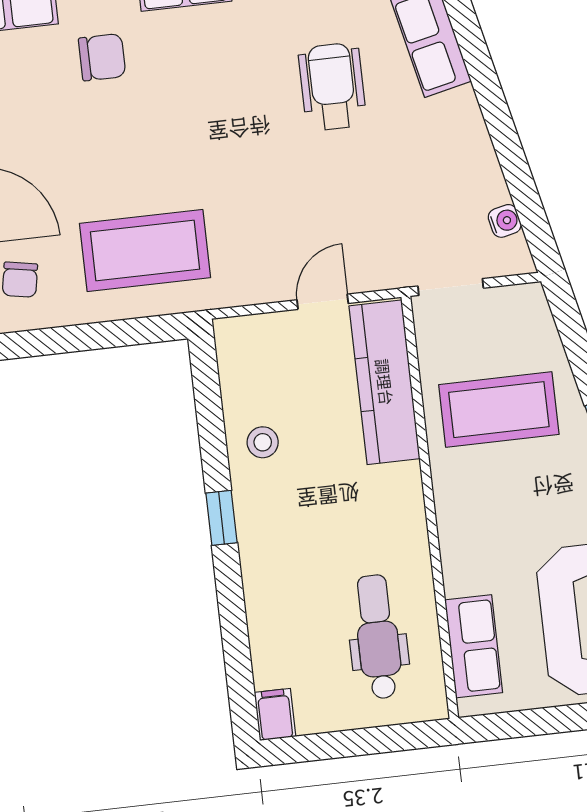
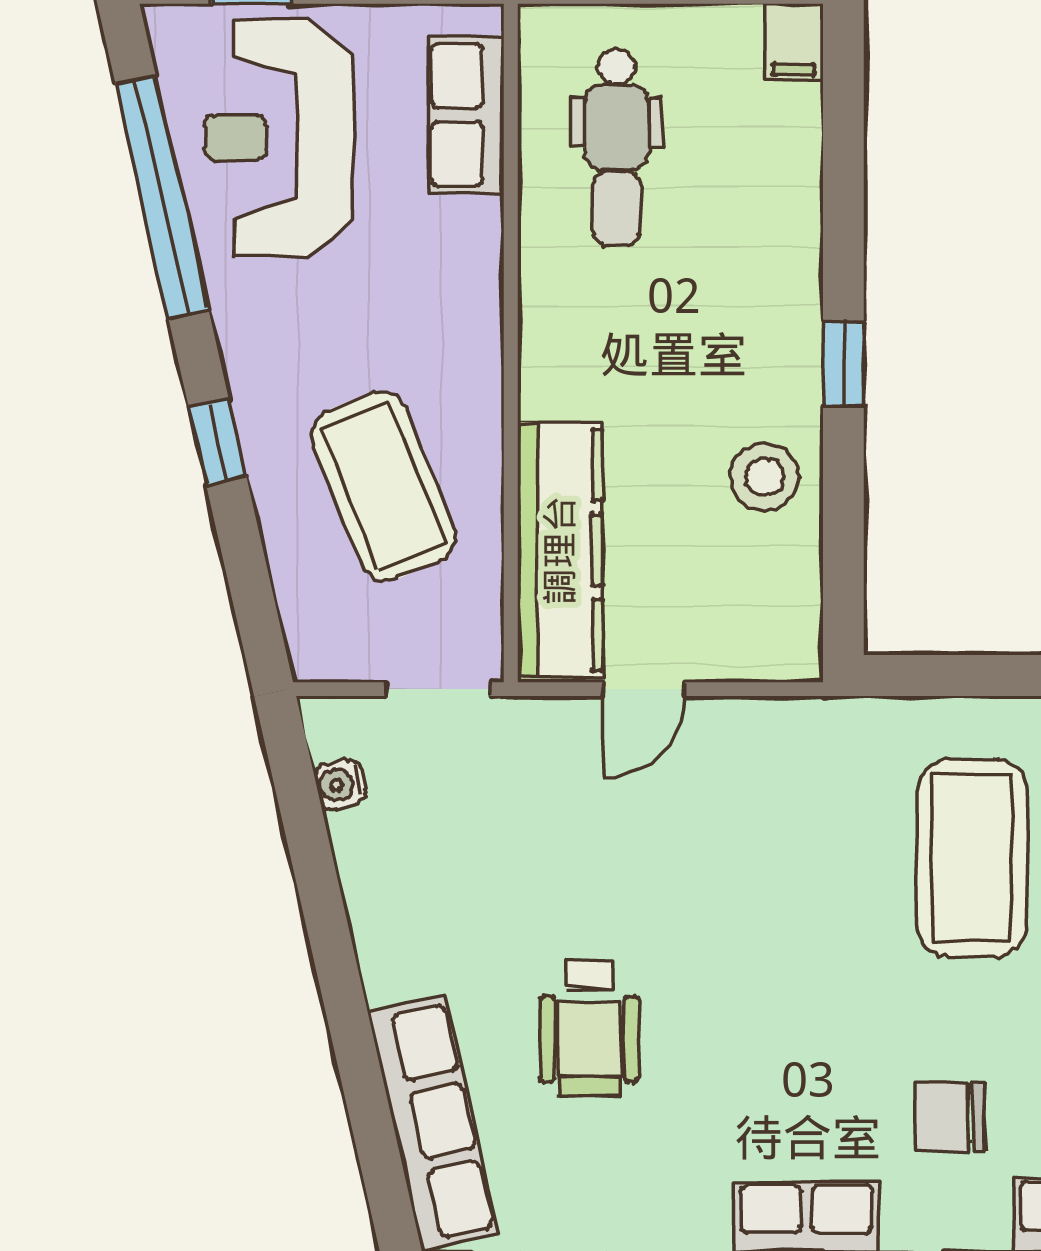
coffee table: (145, 251) -> (972, 858), moved, turned 90
coffee table: (499, 410) -> (384, 486), turned 68
stool: (263, 442) -> (764, 477), width x1.37, depth x1.37

